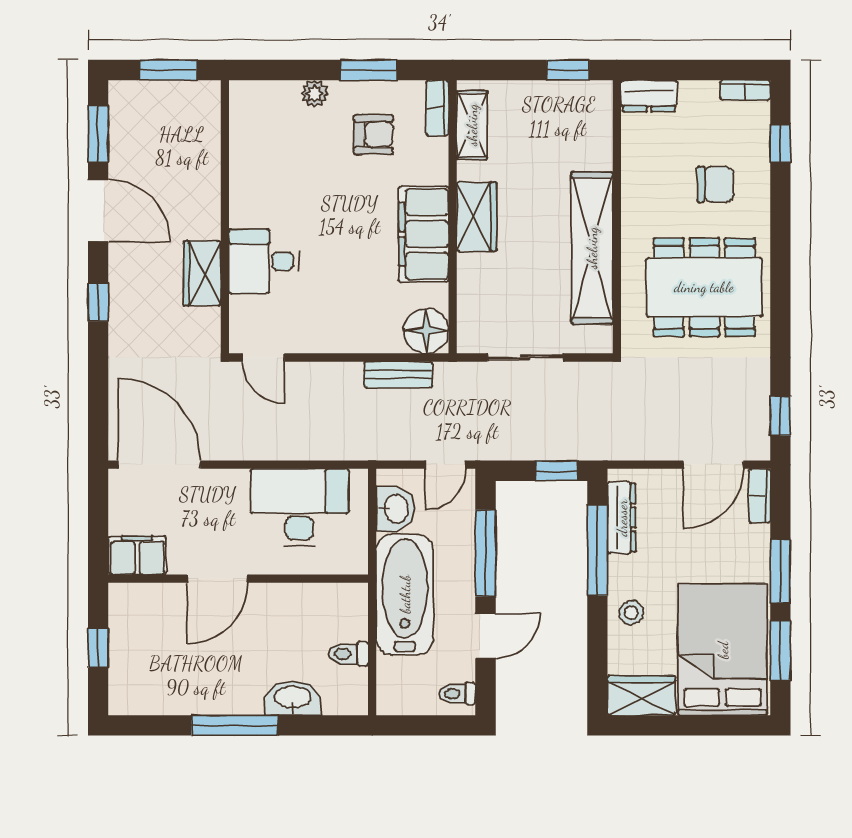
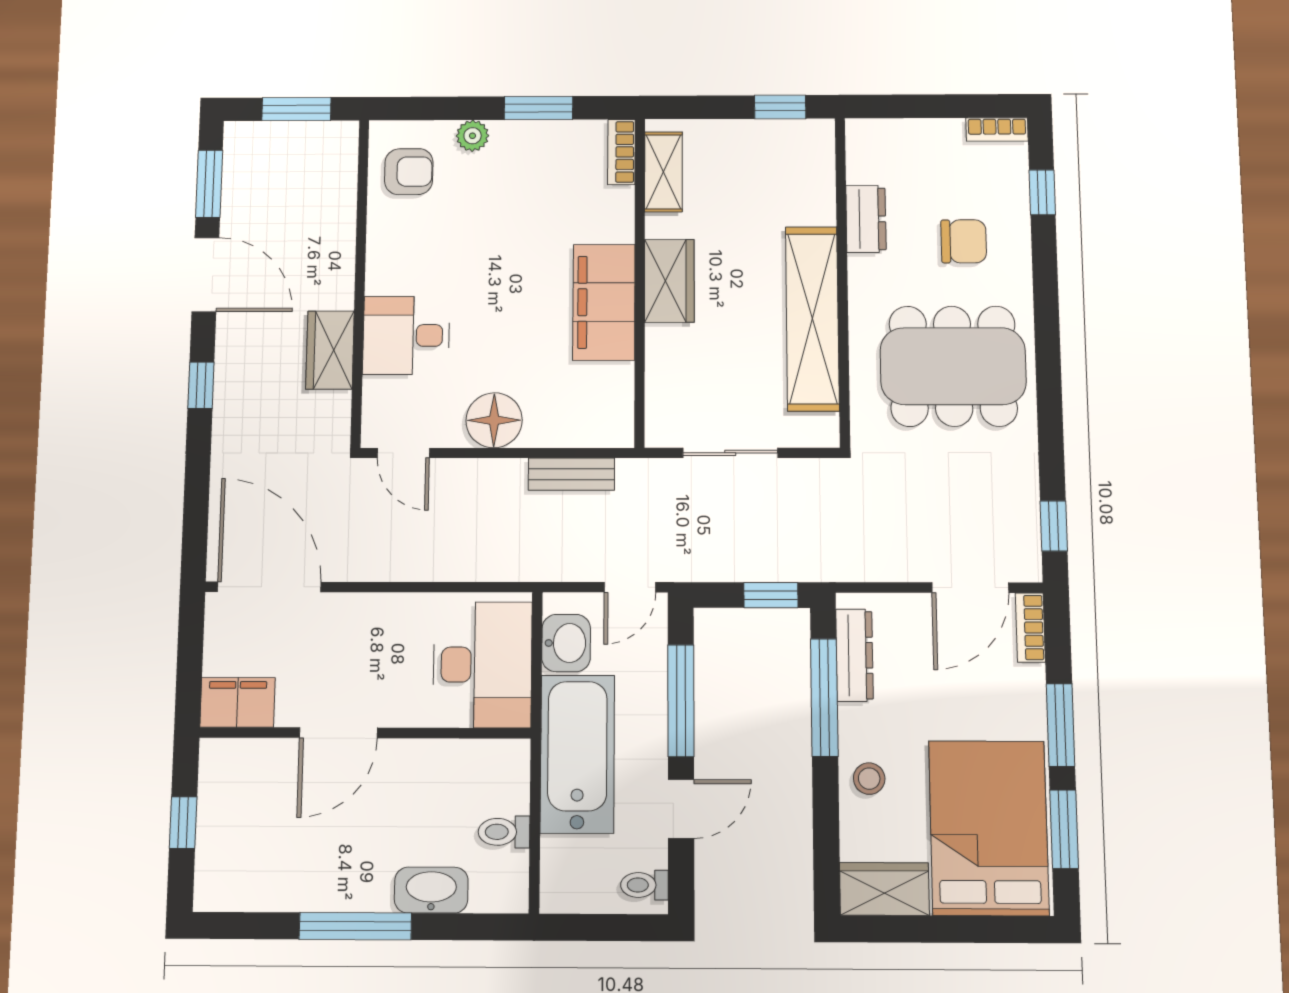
dresser: (649, 96) -> (866, 219), moved, turned -90
armchair: (373, 135) -> (409, 172), moved
floor lamp: (426, 331) -> (494, 420), moved
desk: (300, 507) -> (483, 665), moved, turned 90

